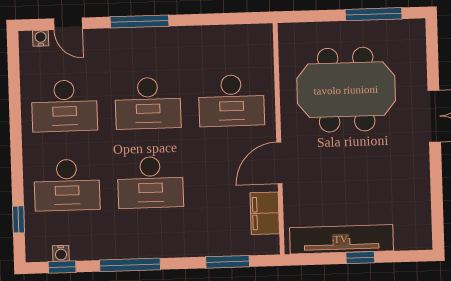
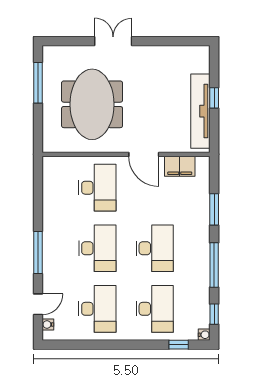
water cooler: (61, 253) -> (204, 335), moved
window: (228, 262) -> (214, 209), moved

